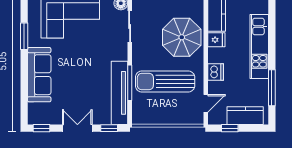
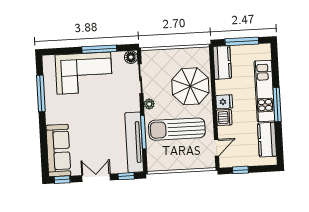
window: (24, 36) -> (41, 93), width x1.44
fridge: (216, 40) -> (224, 102), moved
plant: (137, 54) -> (149, 104), added
sofa: (39, 75) -> (58, 151), moved
window: (272, 88) -> (277, 105), moved
kitchen counter: (245, 116) -> (267, 140), moved, turned -90

